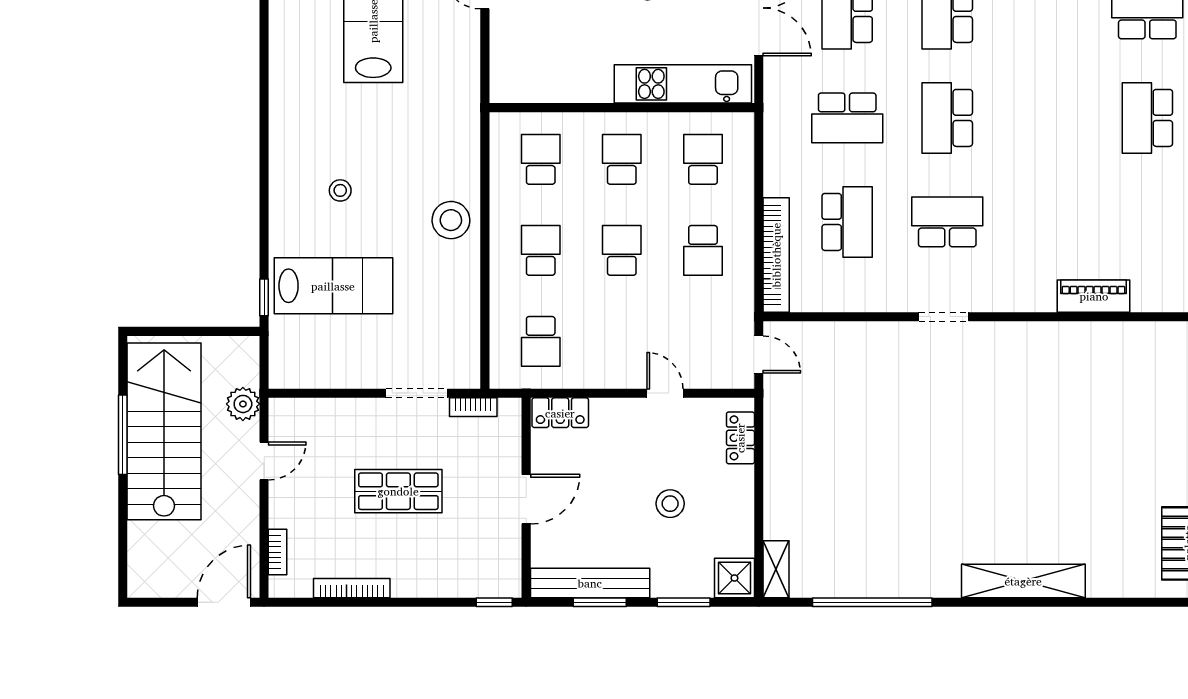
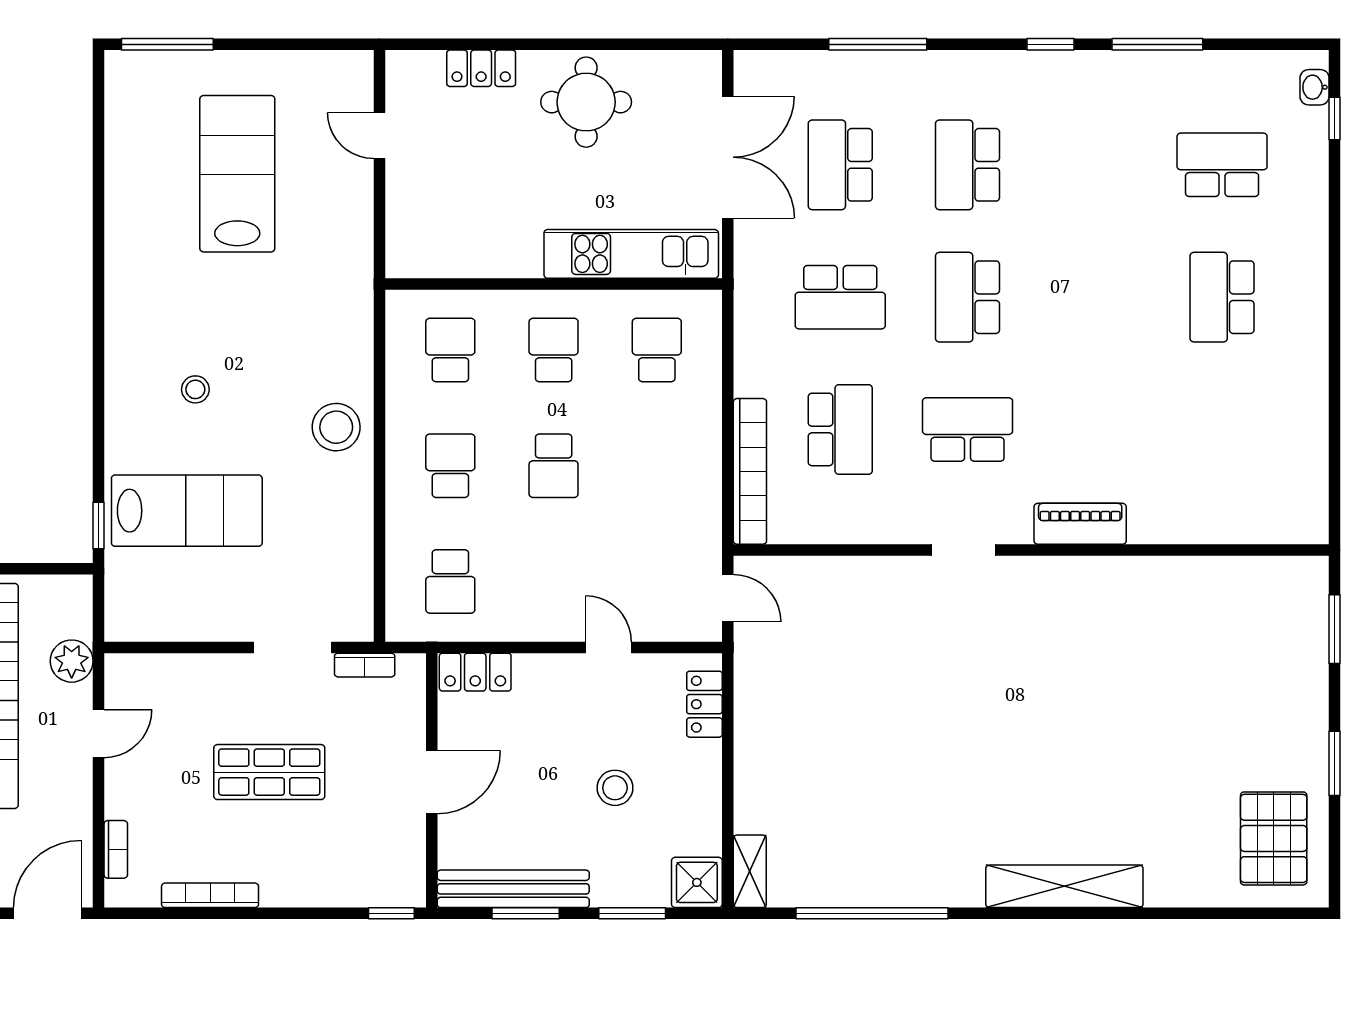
school desk: (622, 250) -> (554, 466), turned 180
school desk: (703, 250) -> (657, 466), removed
piano: (1094, 296) -> (1080, 524), moved

